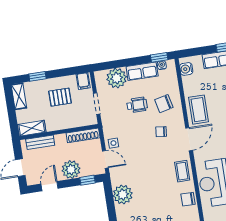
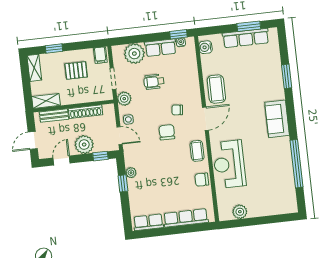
chair: (164, 104) -> (167, 132), moved, turned 103
wheelchair: (137, 105) -> (154, 82), turned 180
plant: (108, 123) -> (124, 99), added
shoe rack: (83, 135) -> (86, 112), moved
plant: (123, 195) -> (131, 173), width x0.53, depth x0.53
window: (111, 206) -> (123, 183), added

